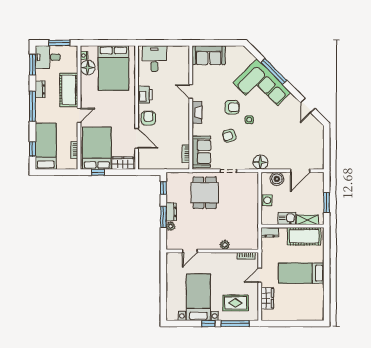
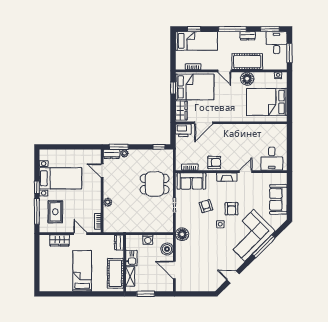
sofa: (209, 55) -> (278, 199), moved
desk: (154, 59) -> (272, 159), moved, turned 90
floor lamp: (88, 68) -> (247, 79), moved
printer: (145, 95) -> (183, 130), moved
armchair: (148, 118) -> (214, 162), moved
dresser: (171, 212) -> (112, 154), moved
window: (163, 217) -> (119, 147), moved

